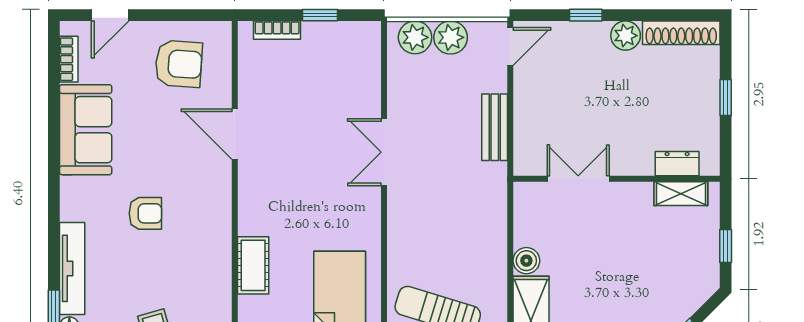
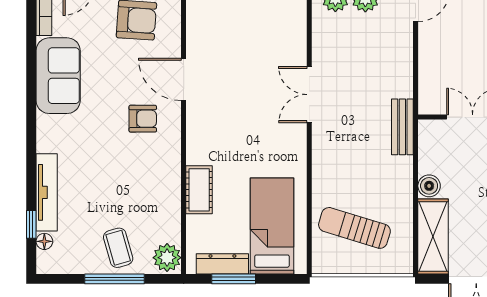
bench: (495, 127) -> (402, 127), moved
armchair: (145, 213) -> (143, 119), moved

